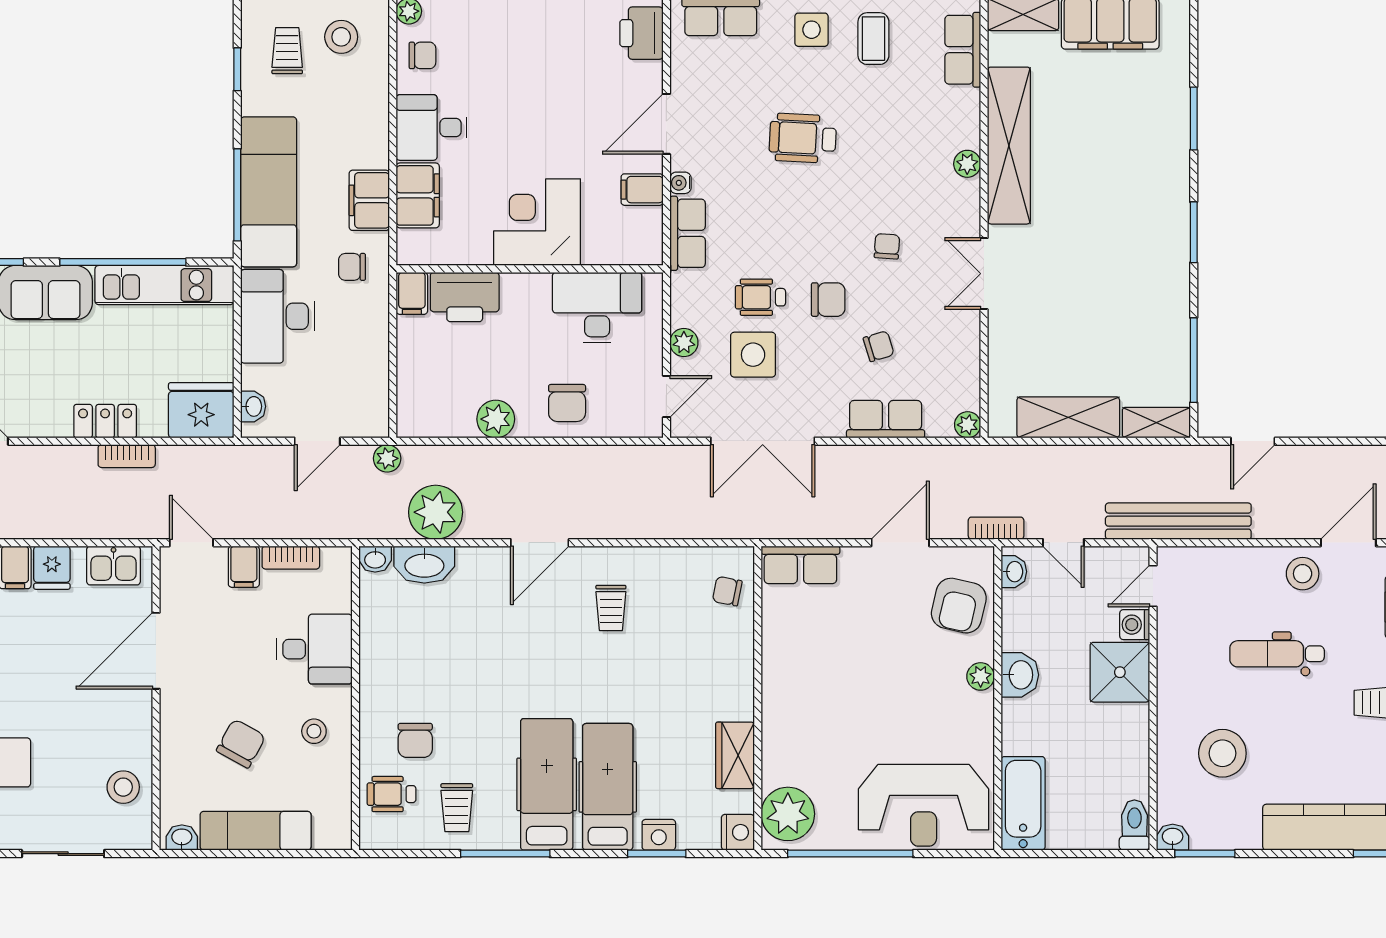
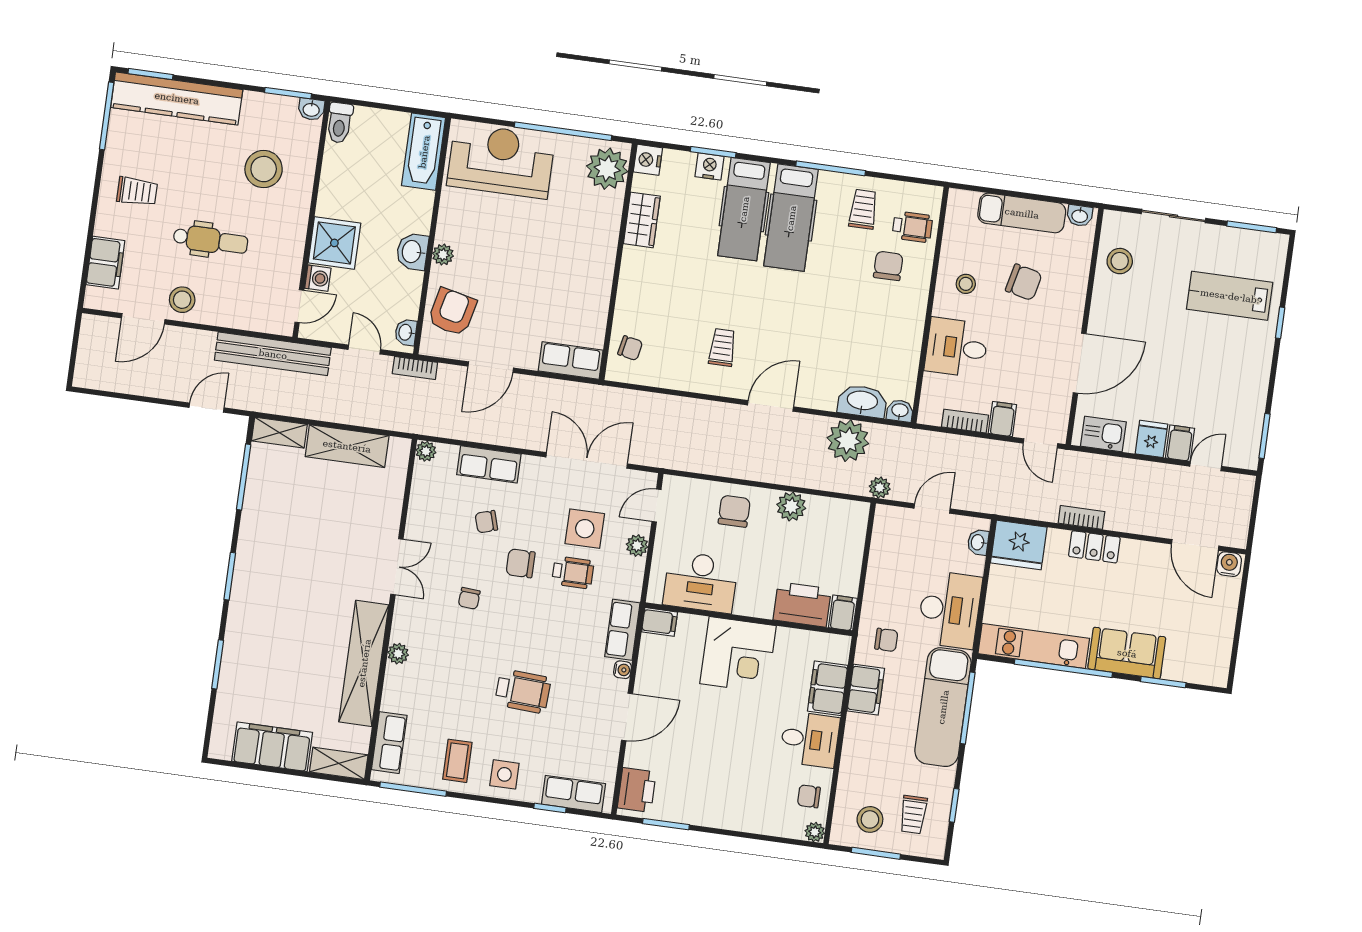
filing cabinet: (642, 190) -> (660, 622), moved
chair: (241, 744) -> (1024, 282), turned -106

